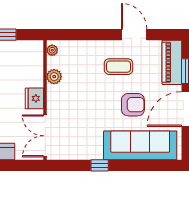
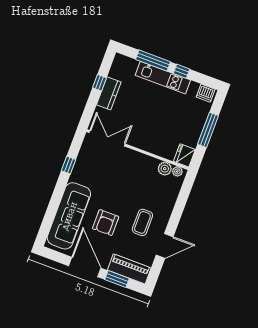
plant: (54, 77) -> (165, 169), moved
fridge: (34, 98) -> (184, 155), moved, turned -90
window: (100, 165) -> (69, 165), moved

